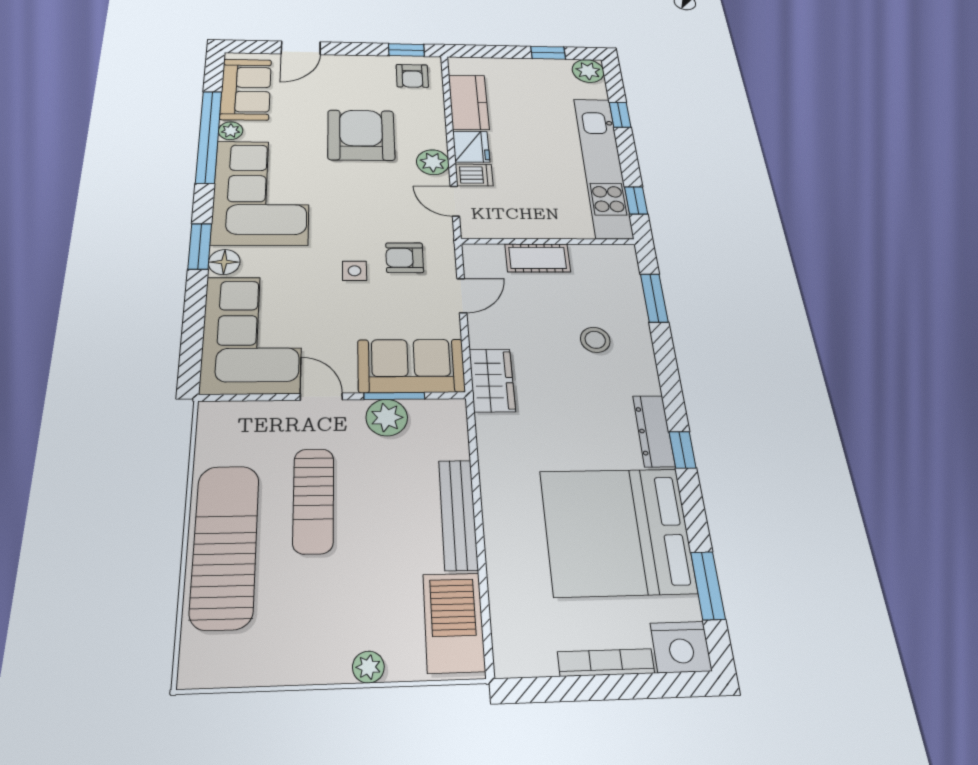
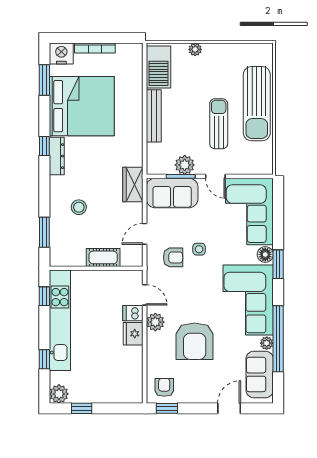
kitchen counter: (469, 102) -> (132, 367), removed

